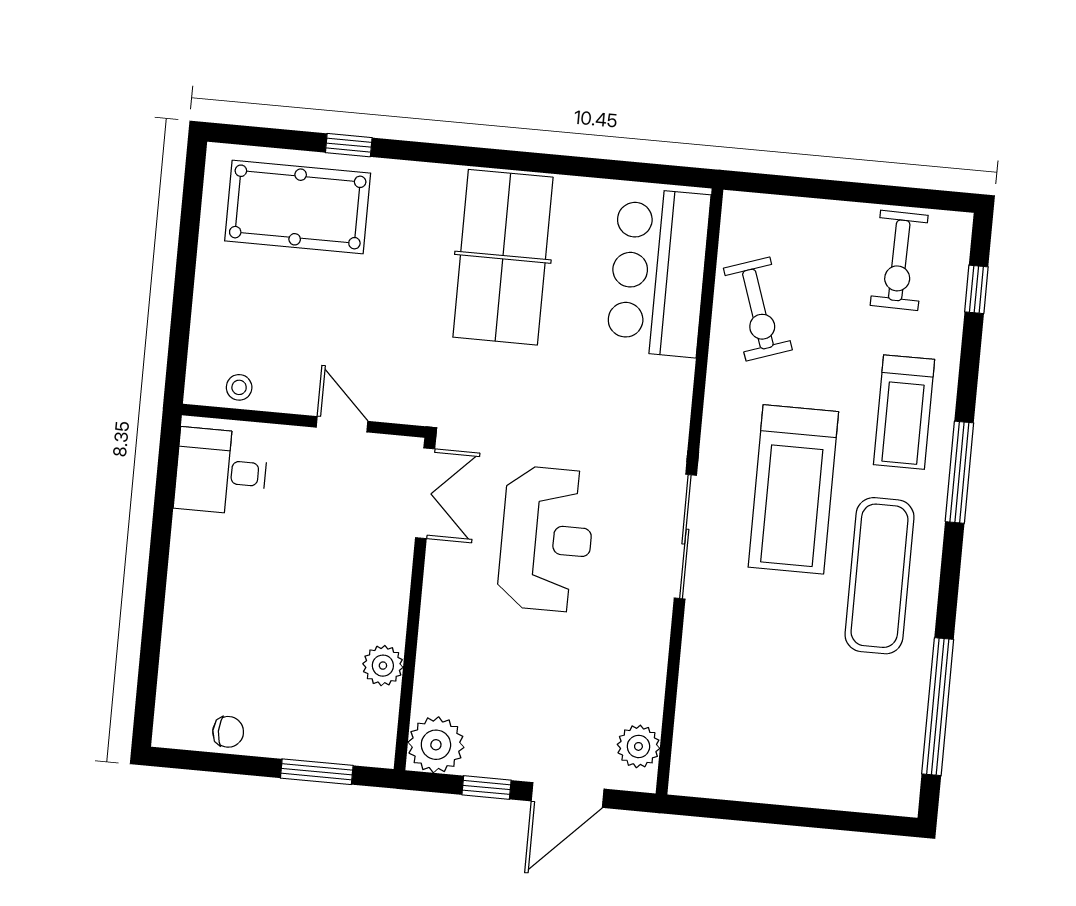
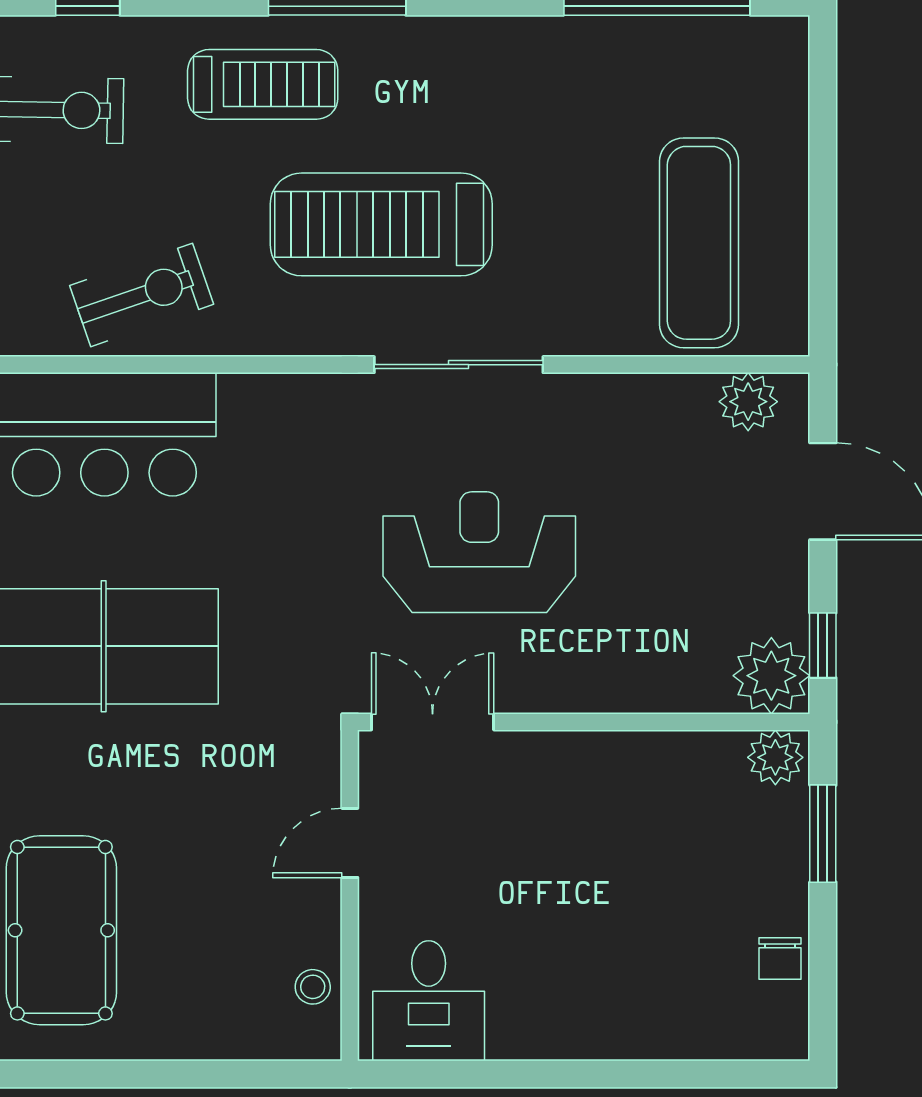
treadmill: (793, 489) -> (381, 224), turned 180
exercise mat: (879, 576) -> (699, 243), moved, turned 90
plant: (383, 666) -> (775, 757), moved
chair: (228, 732) -> (780, 958), turned 180
window: (487, 787) -> (823, 645), moved

